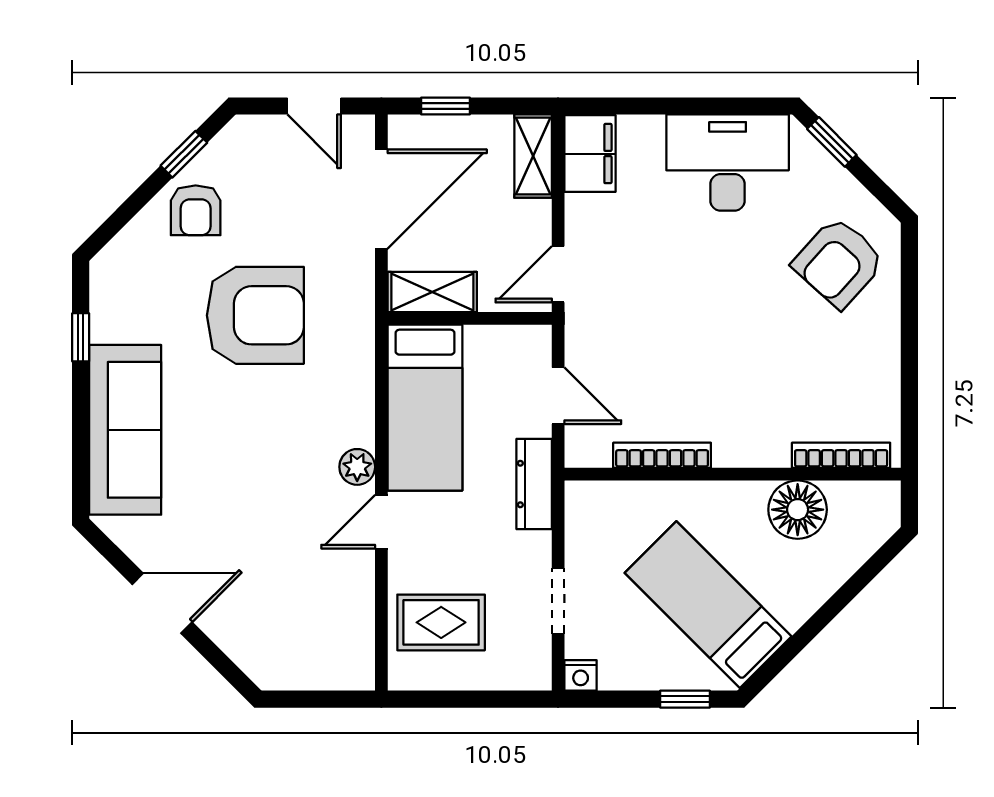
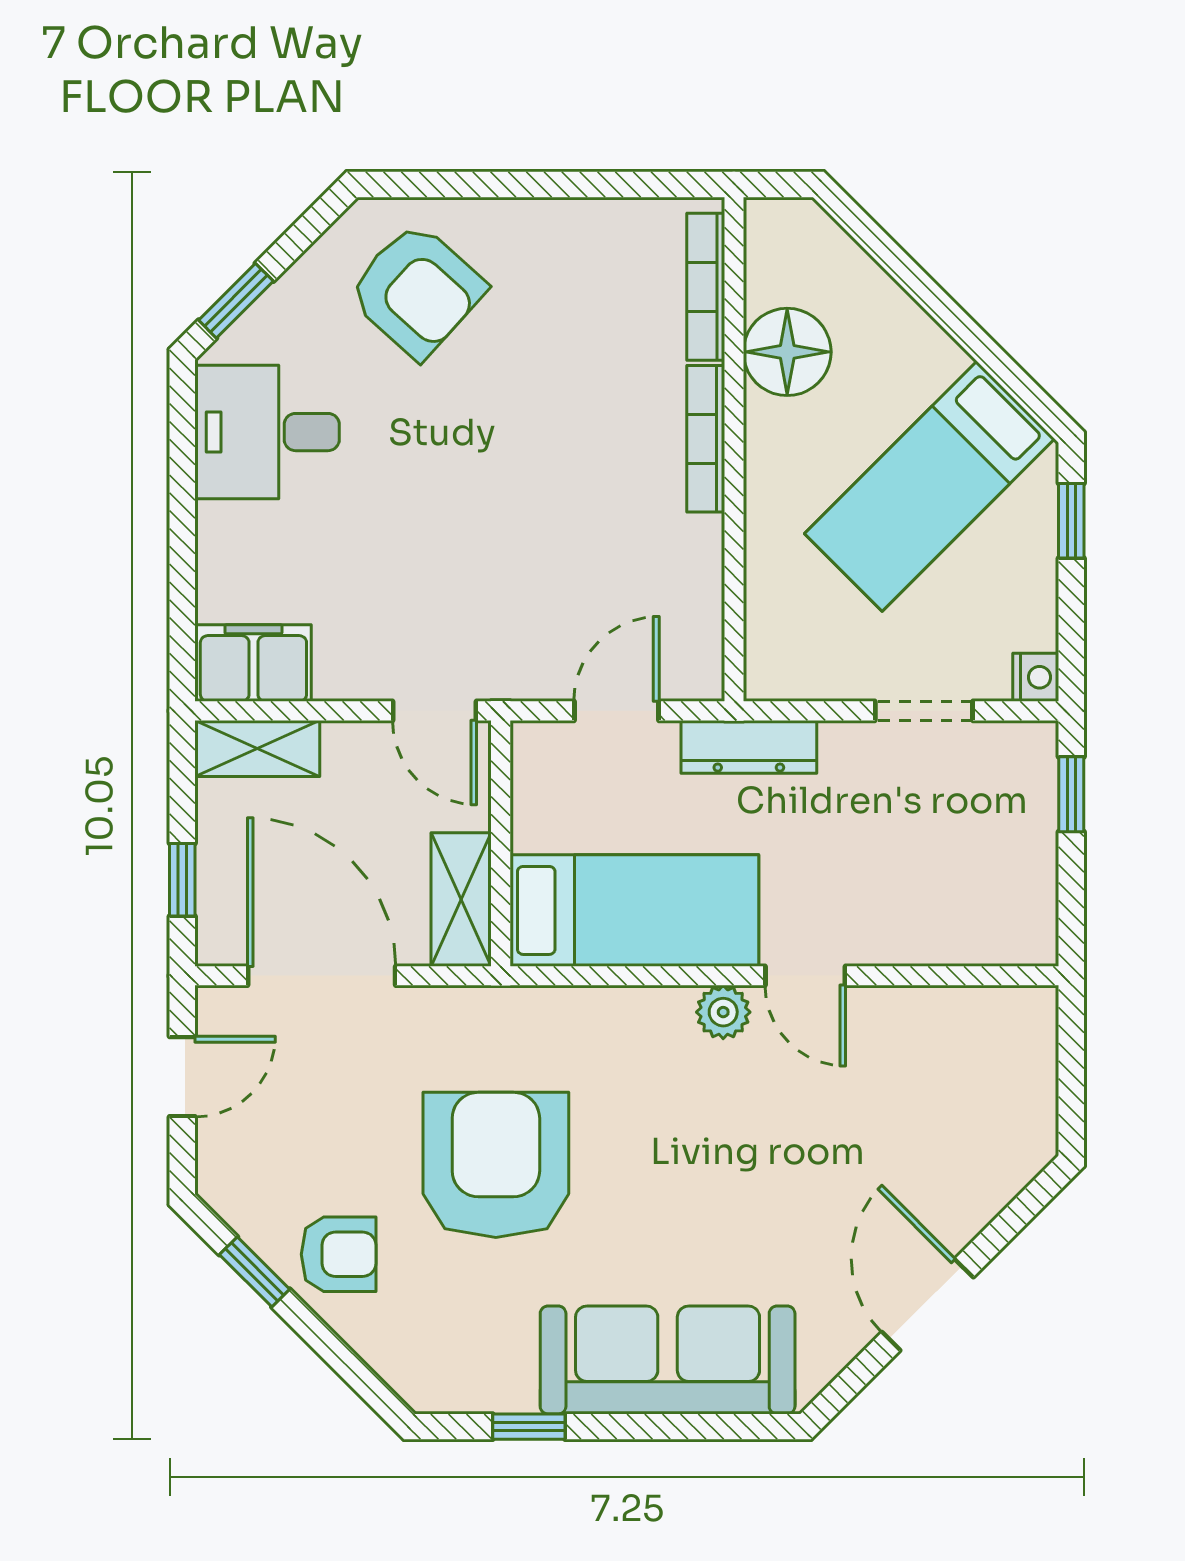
desk: (728, 163) -> (267, 432), width x0.73
bookcase: (662, 455) -> (706, 439), moved
rug: (441, 622) -> (956, 886), removed
window: (502, 699) -> (1071, 794), added

